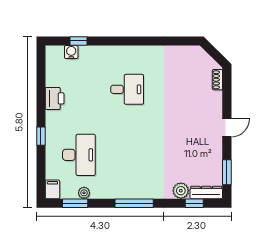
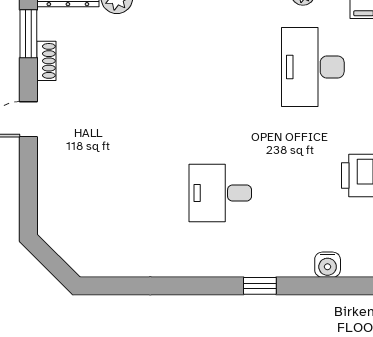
window: (78, 41) -> (260, 286), moved
shoe rack: (217, 80) -> (46, 61), moved

